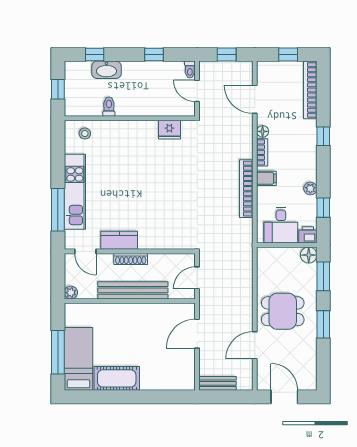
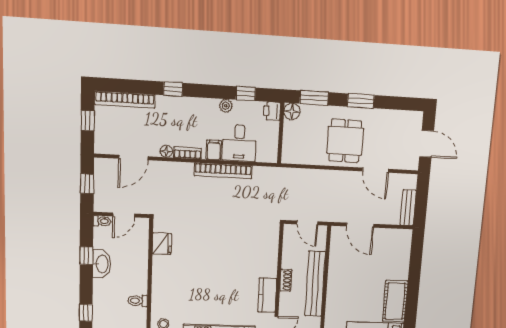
washbasin: (106, 70) -> (102, 264), moved
desk: (281, 225) -> (239, 143), moved, turned 90
shoe rack: (131, 259) -> (286, 280), width x0.70
door: (284, 397) -> (427, 144), swing flipped

